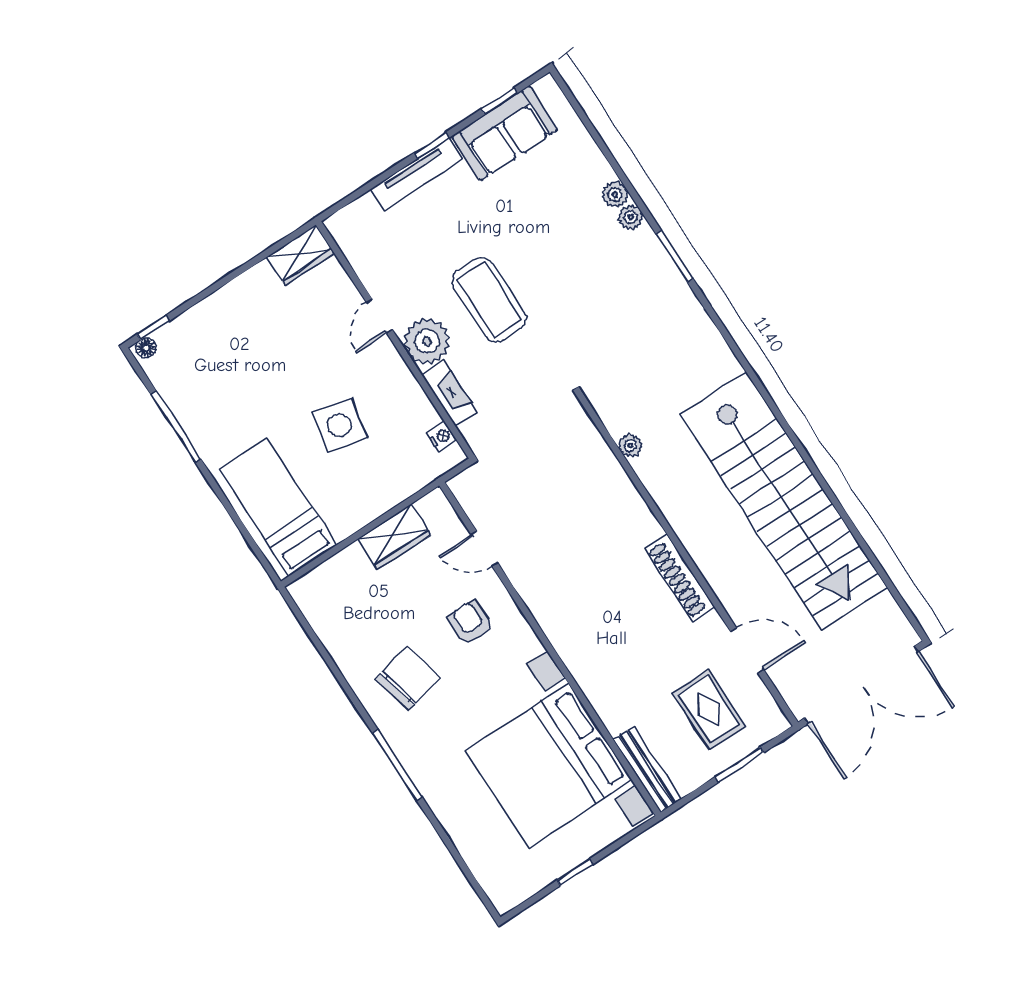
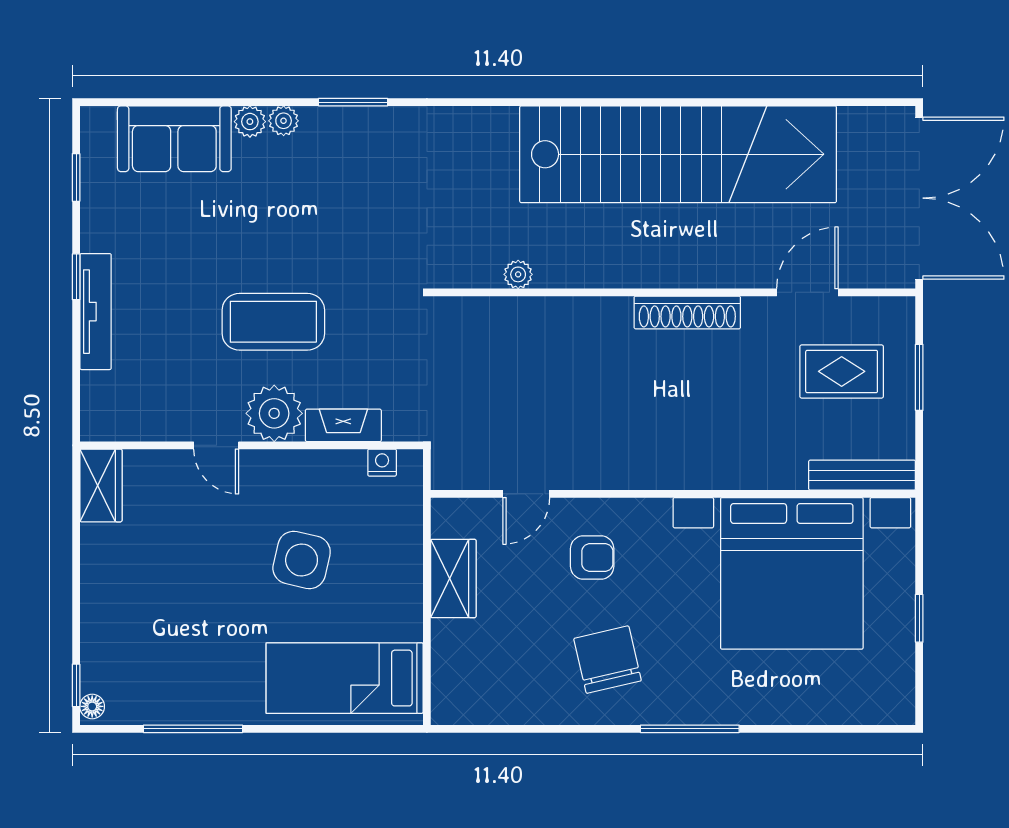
sofa: (505, 133) -> (174, 139), moved, turned 90
armchair: (471, 622) -> (592, 558), turned 180

